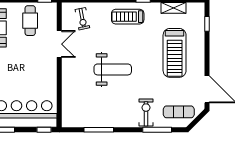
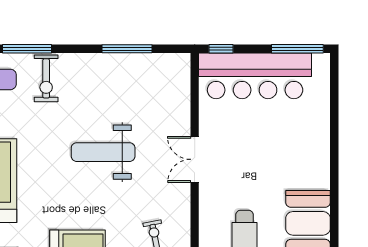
double door: (59, 44) -> (195, 159), moved

